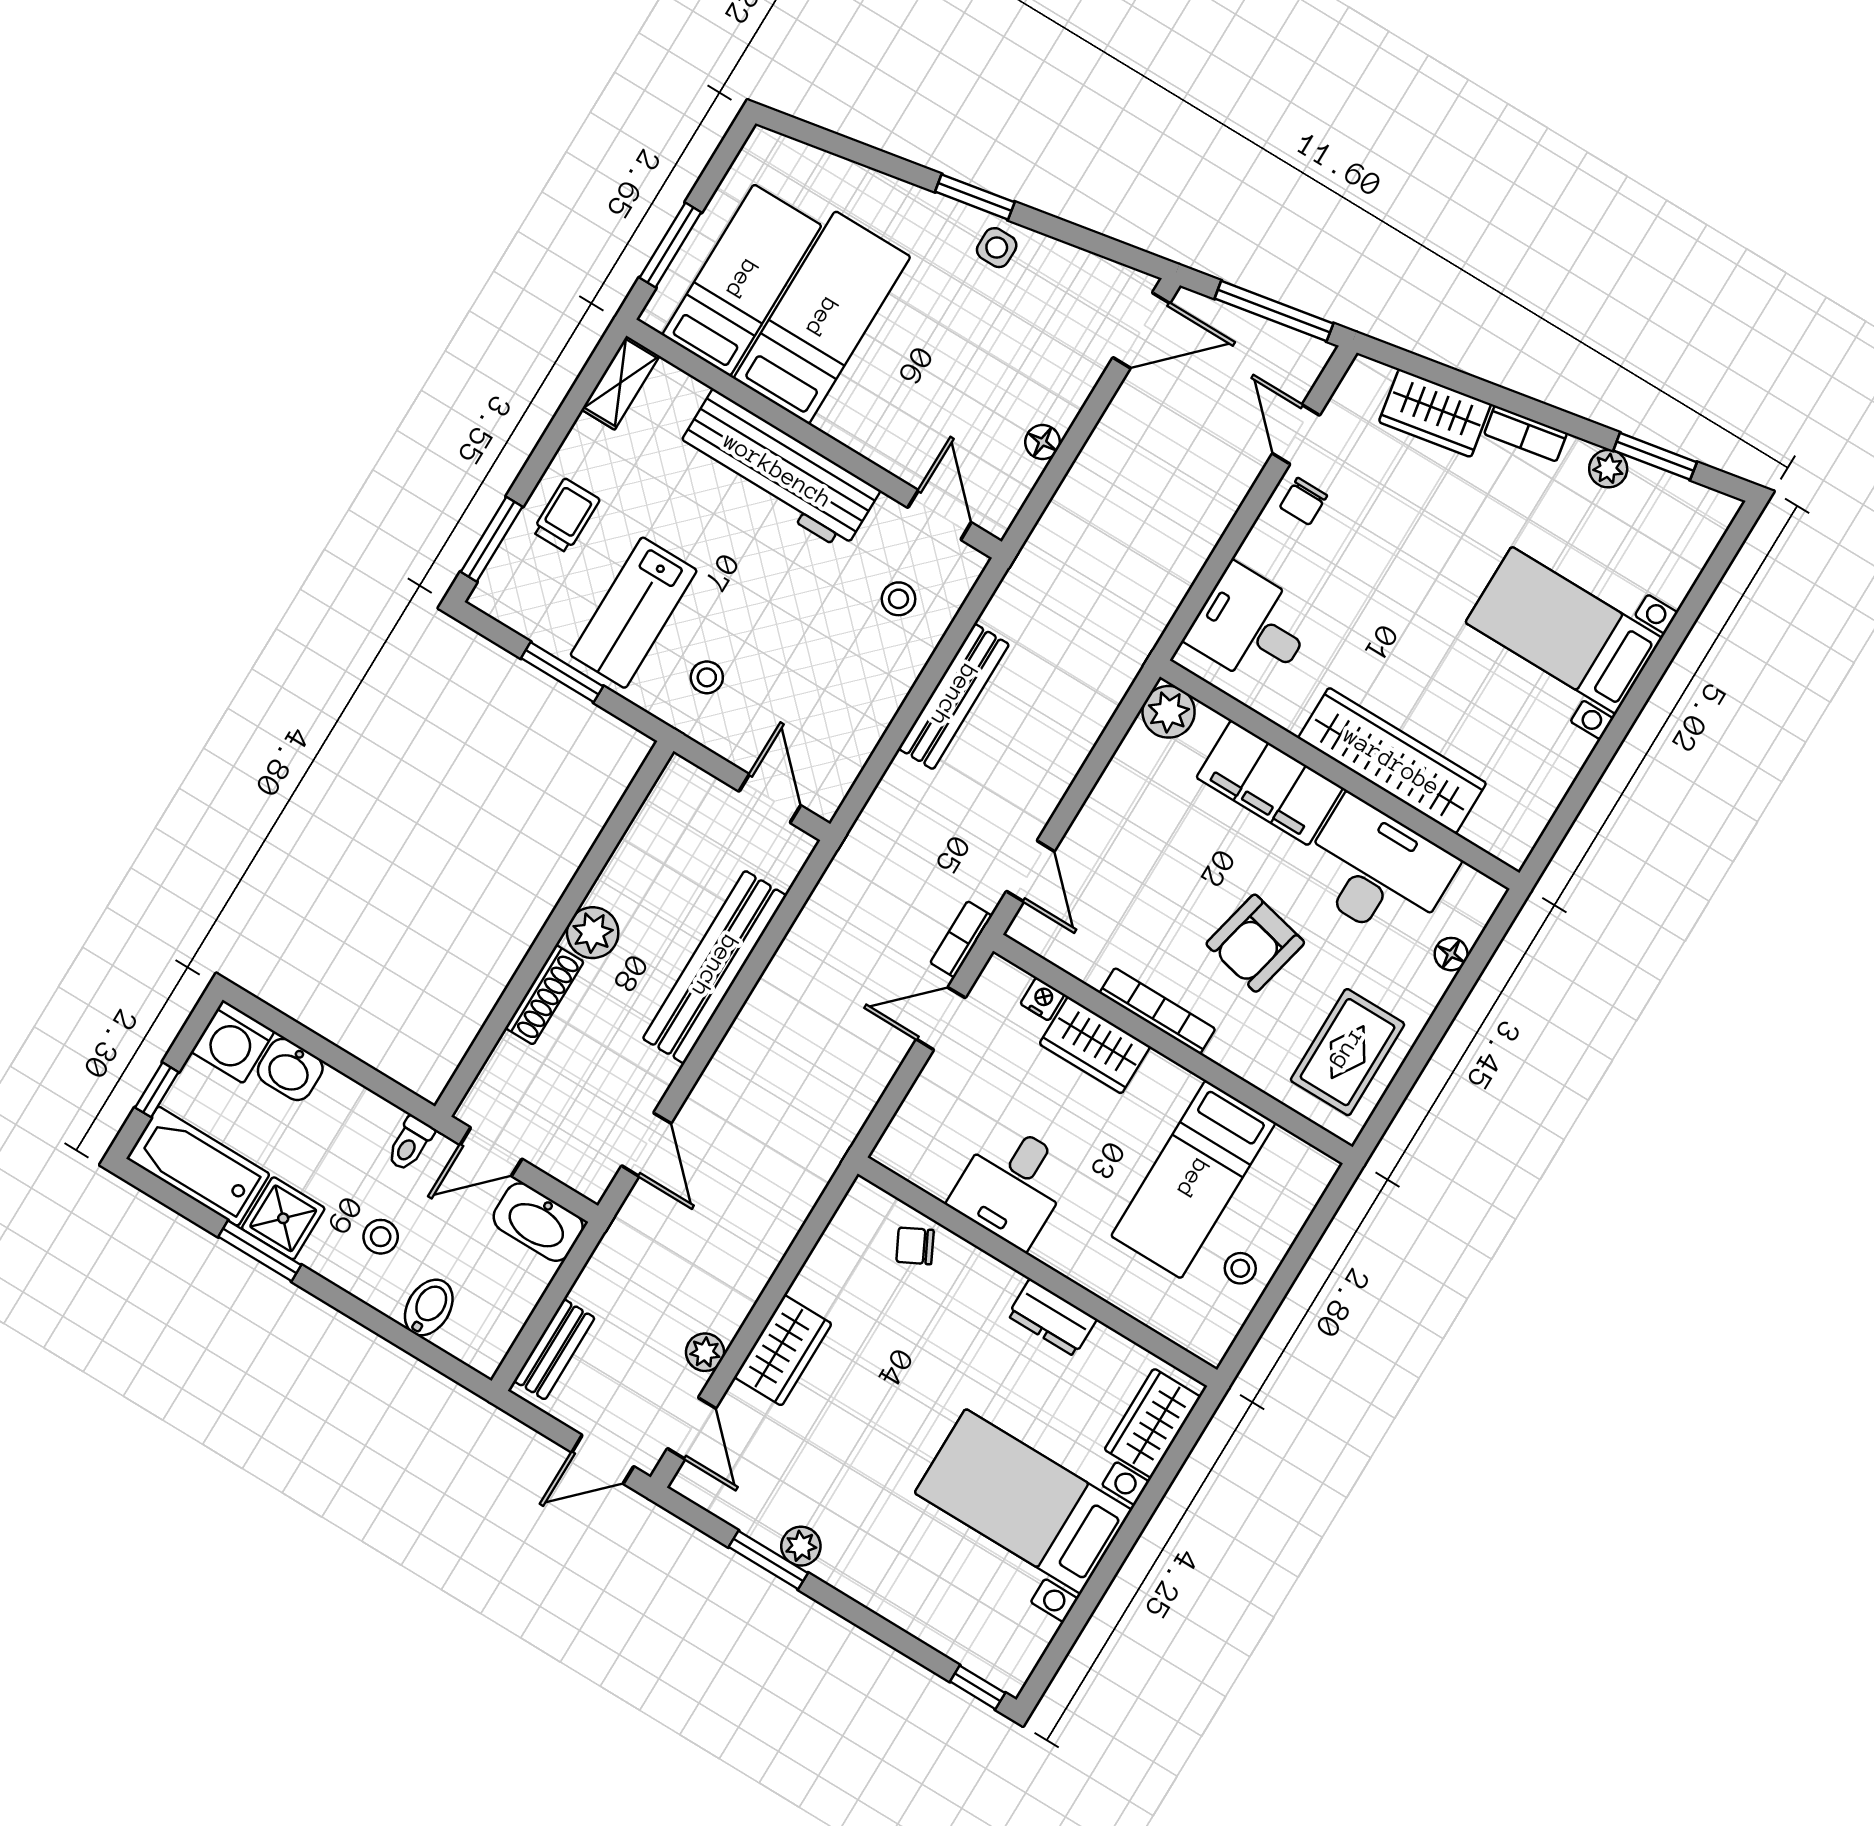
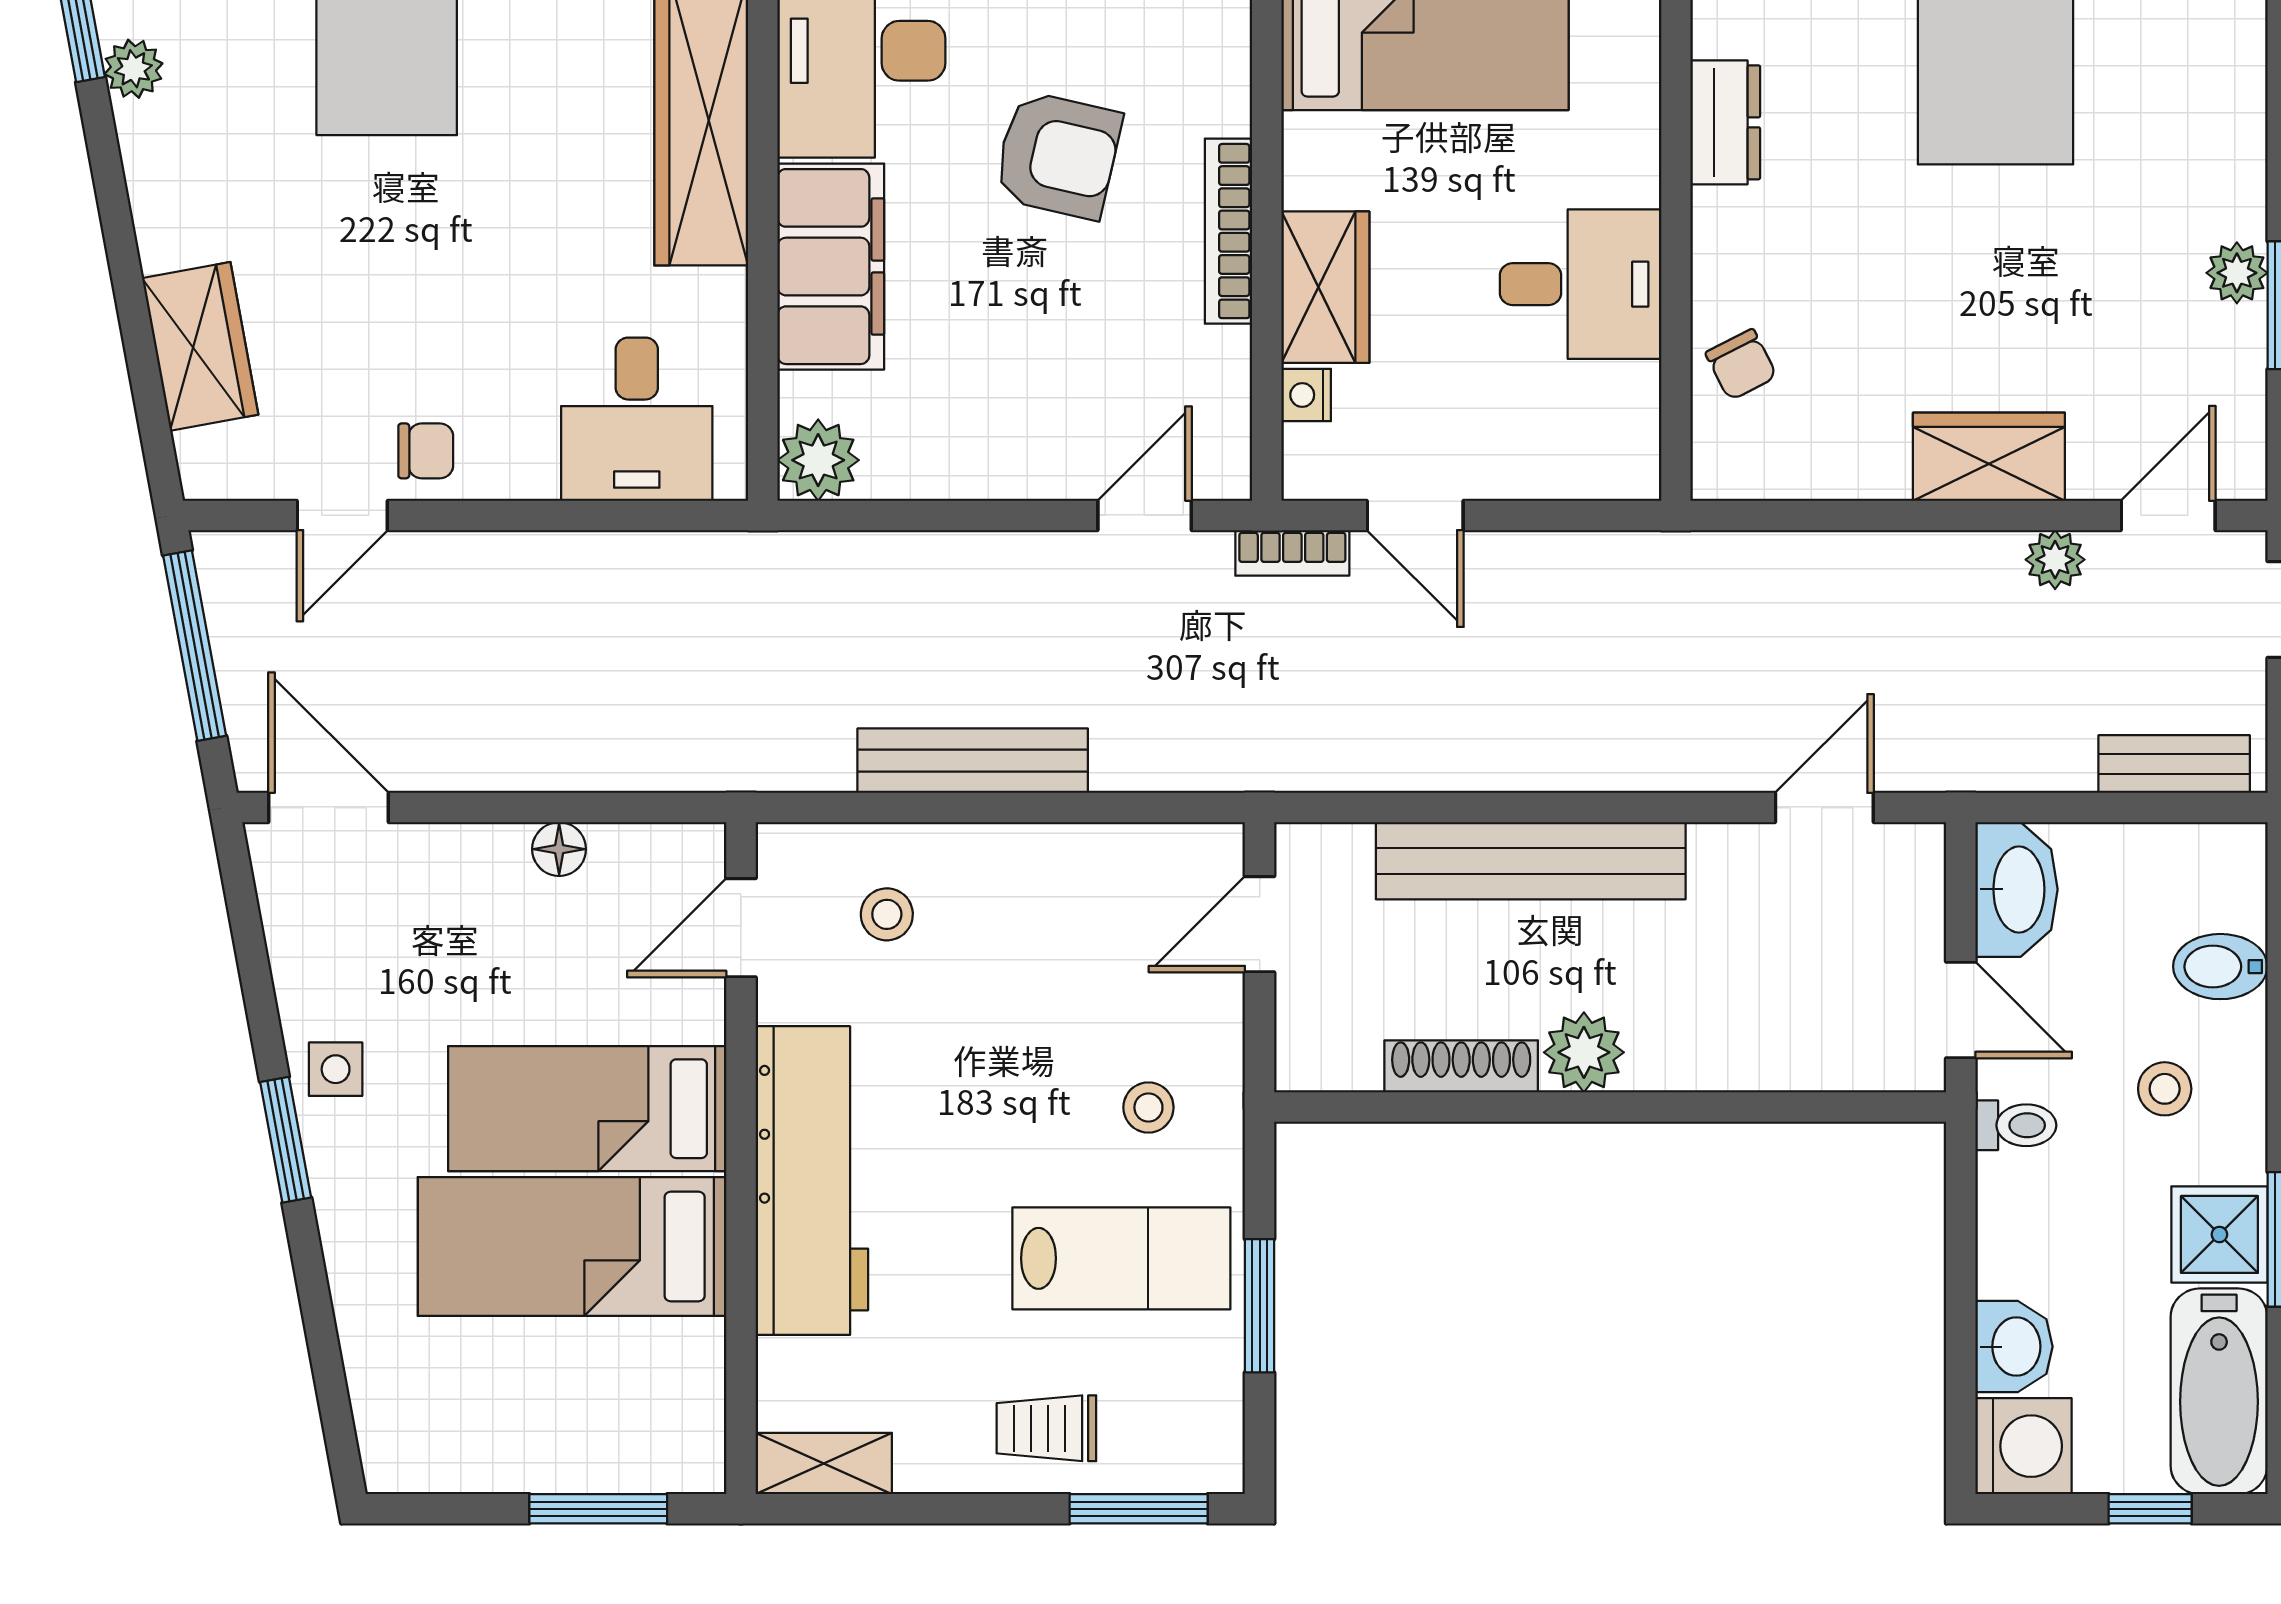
bed: (742, 280) -> (587, 1109), moved
bookcase: (1526, 433) -> (154, 208), removed
shoe rack: (544, 995) -> (1461, 1066), moved

